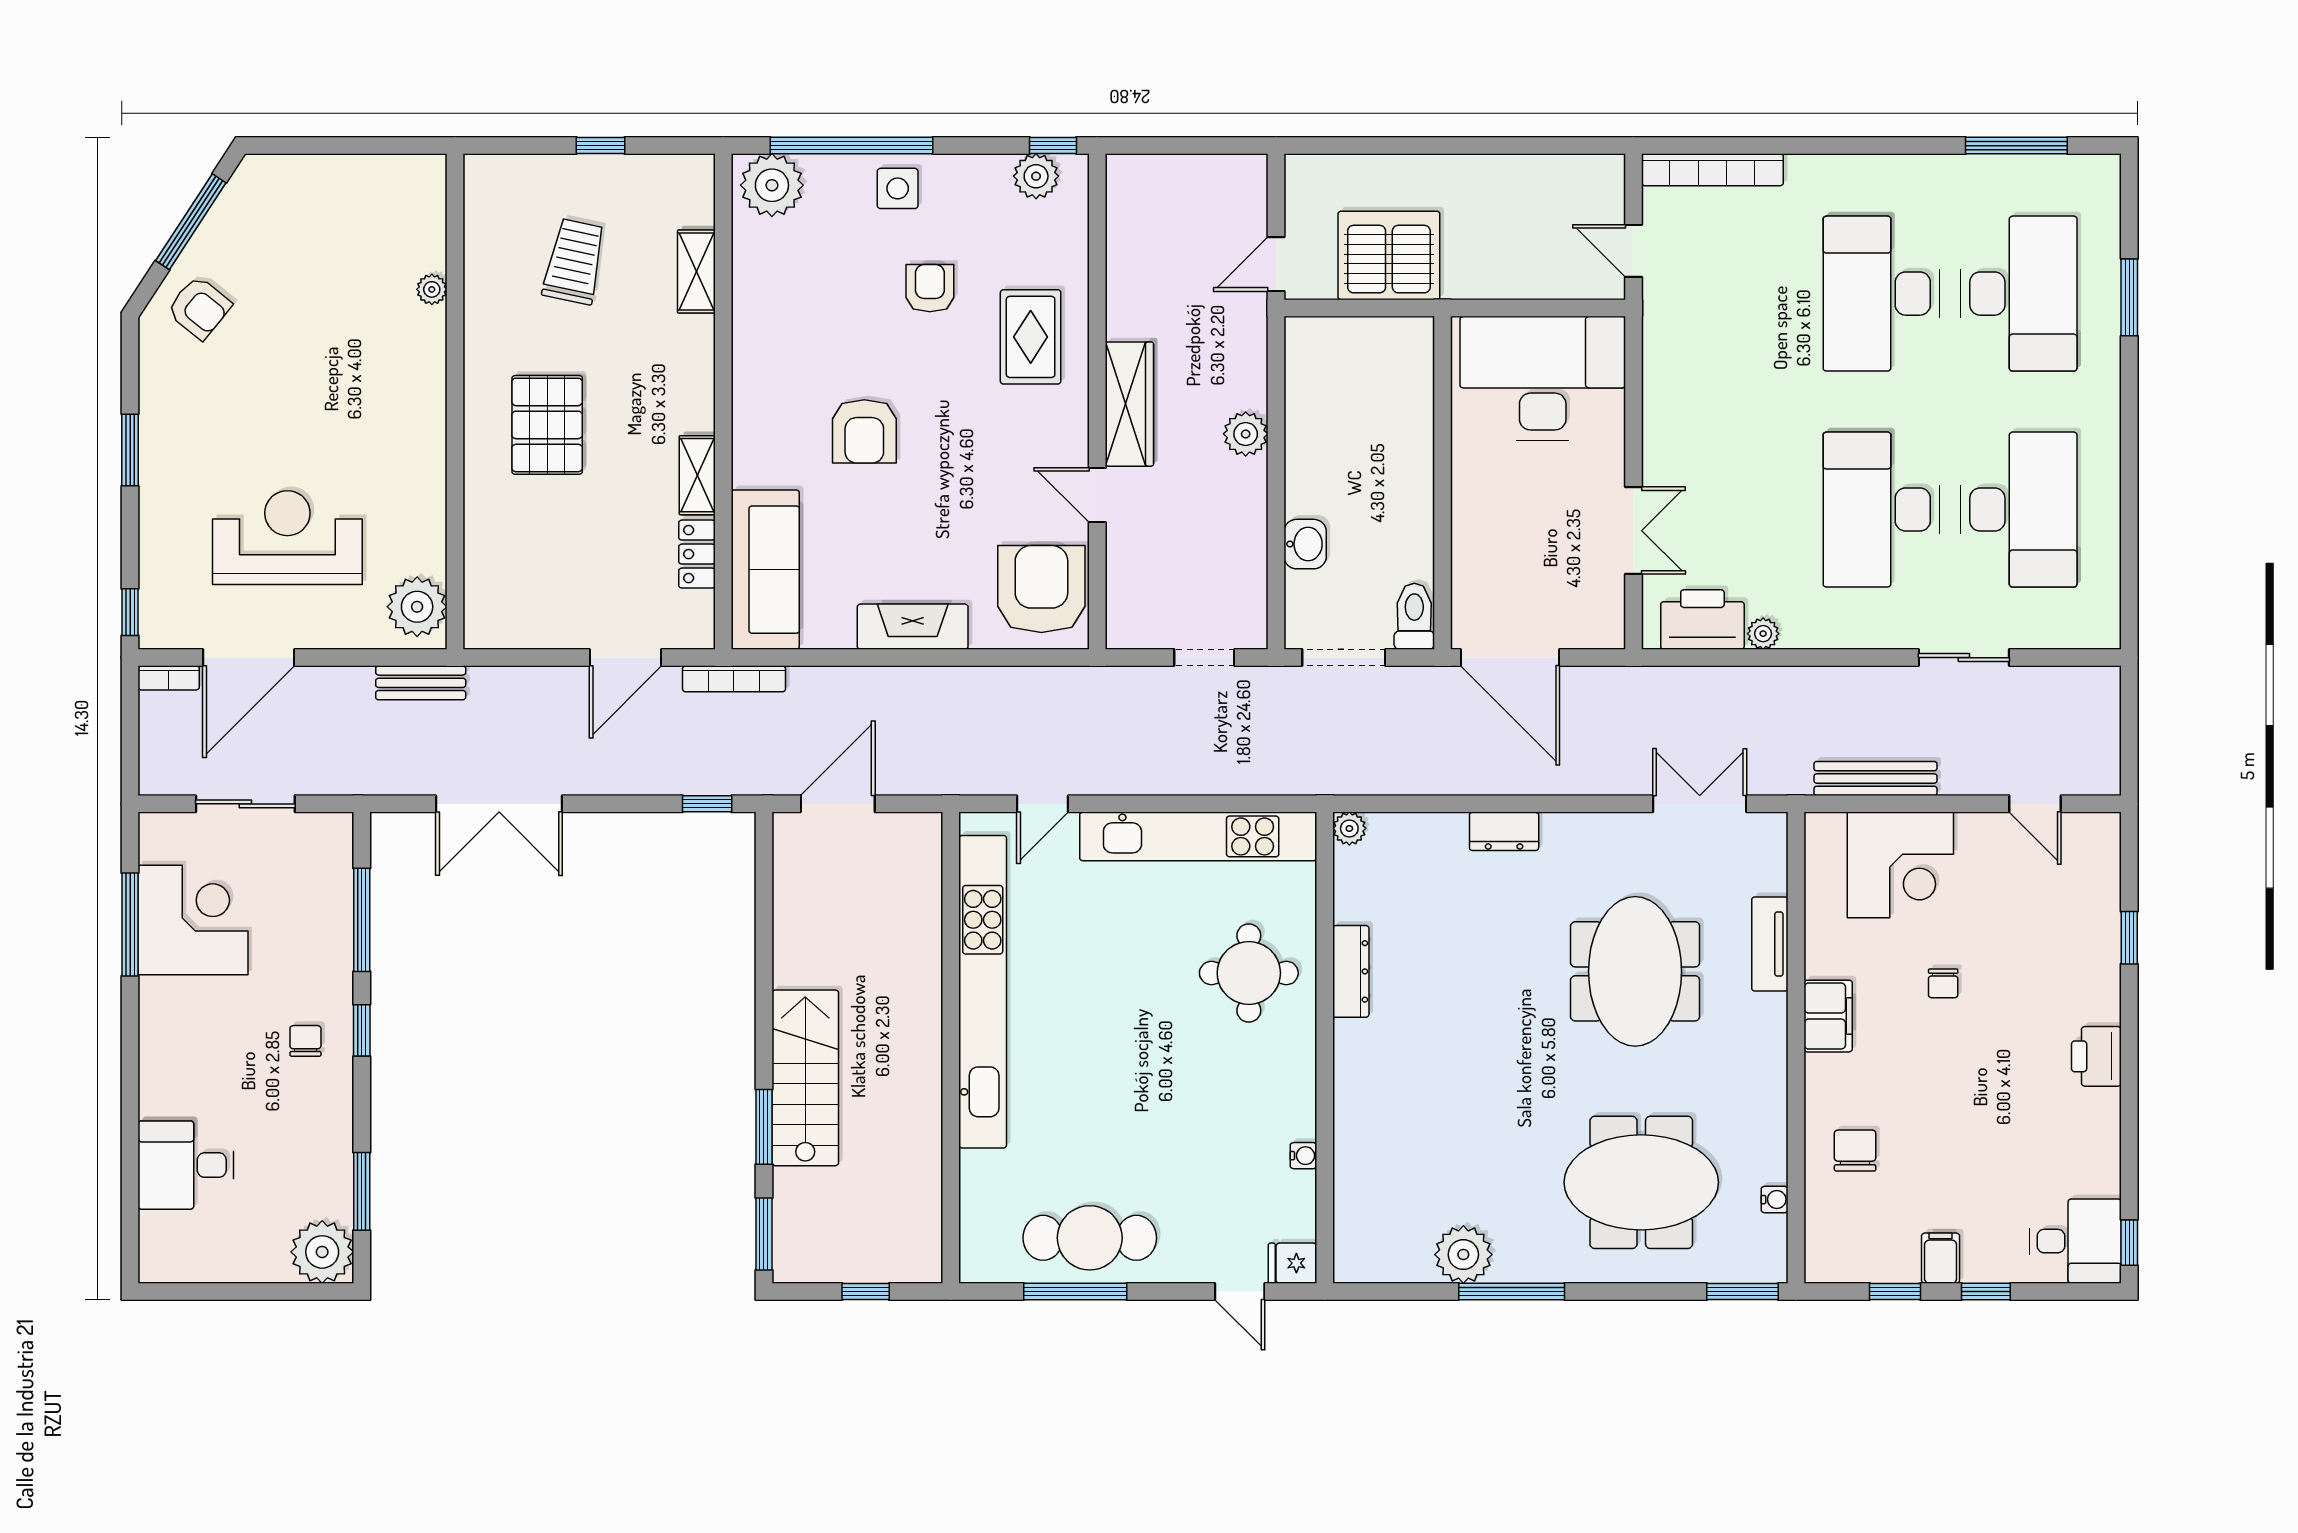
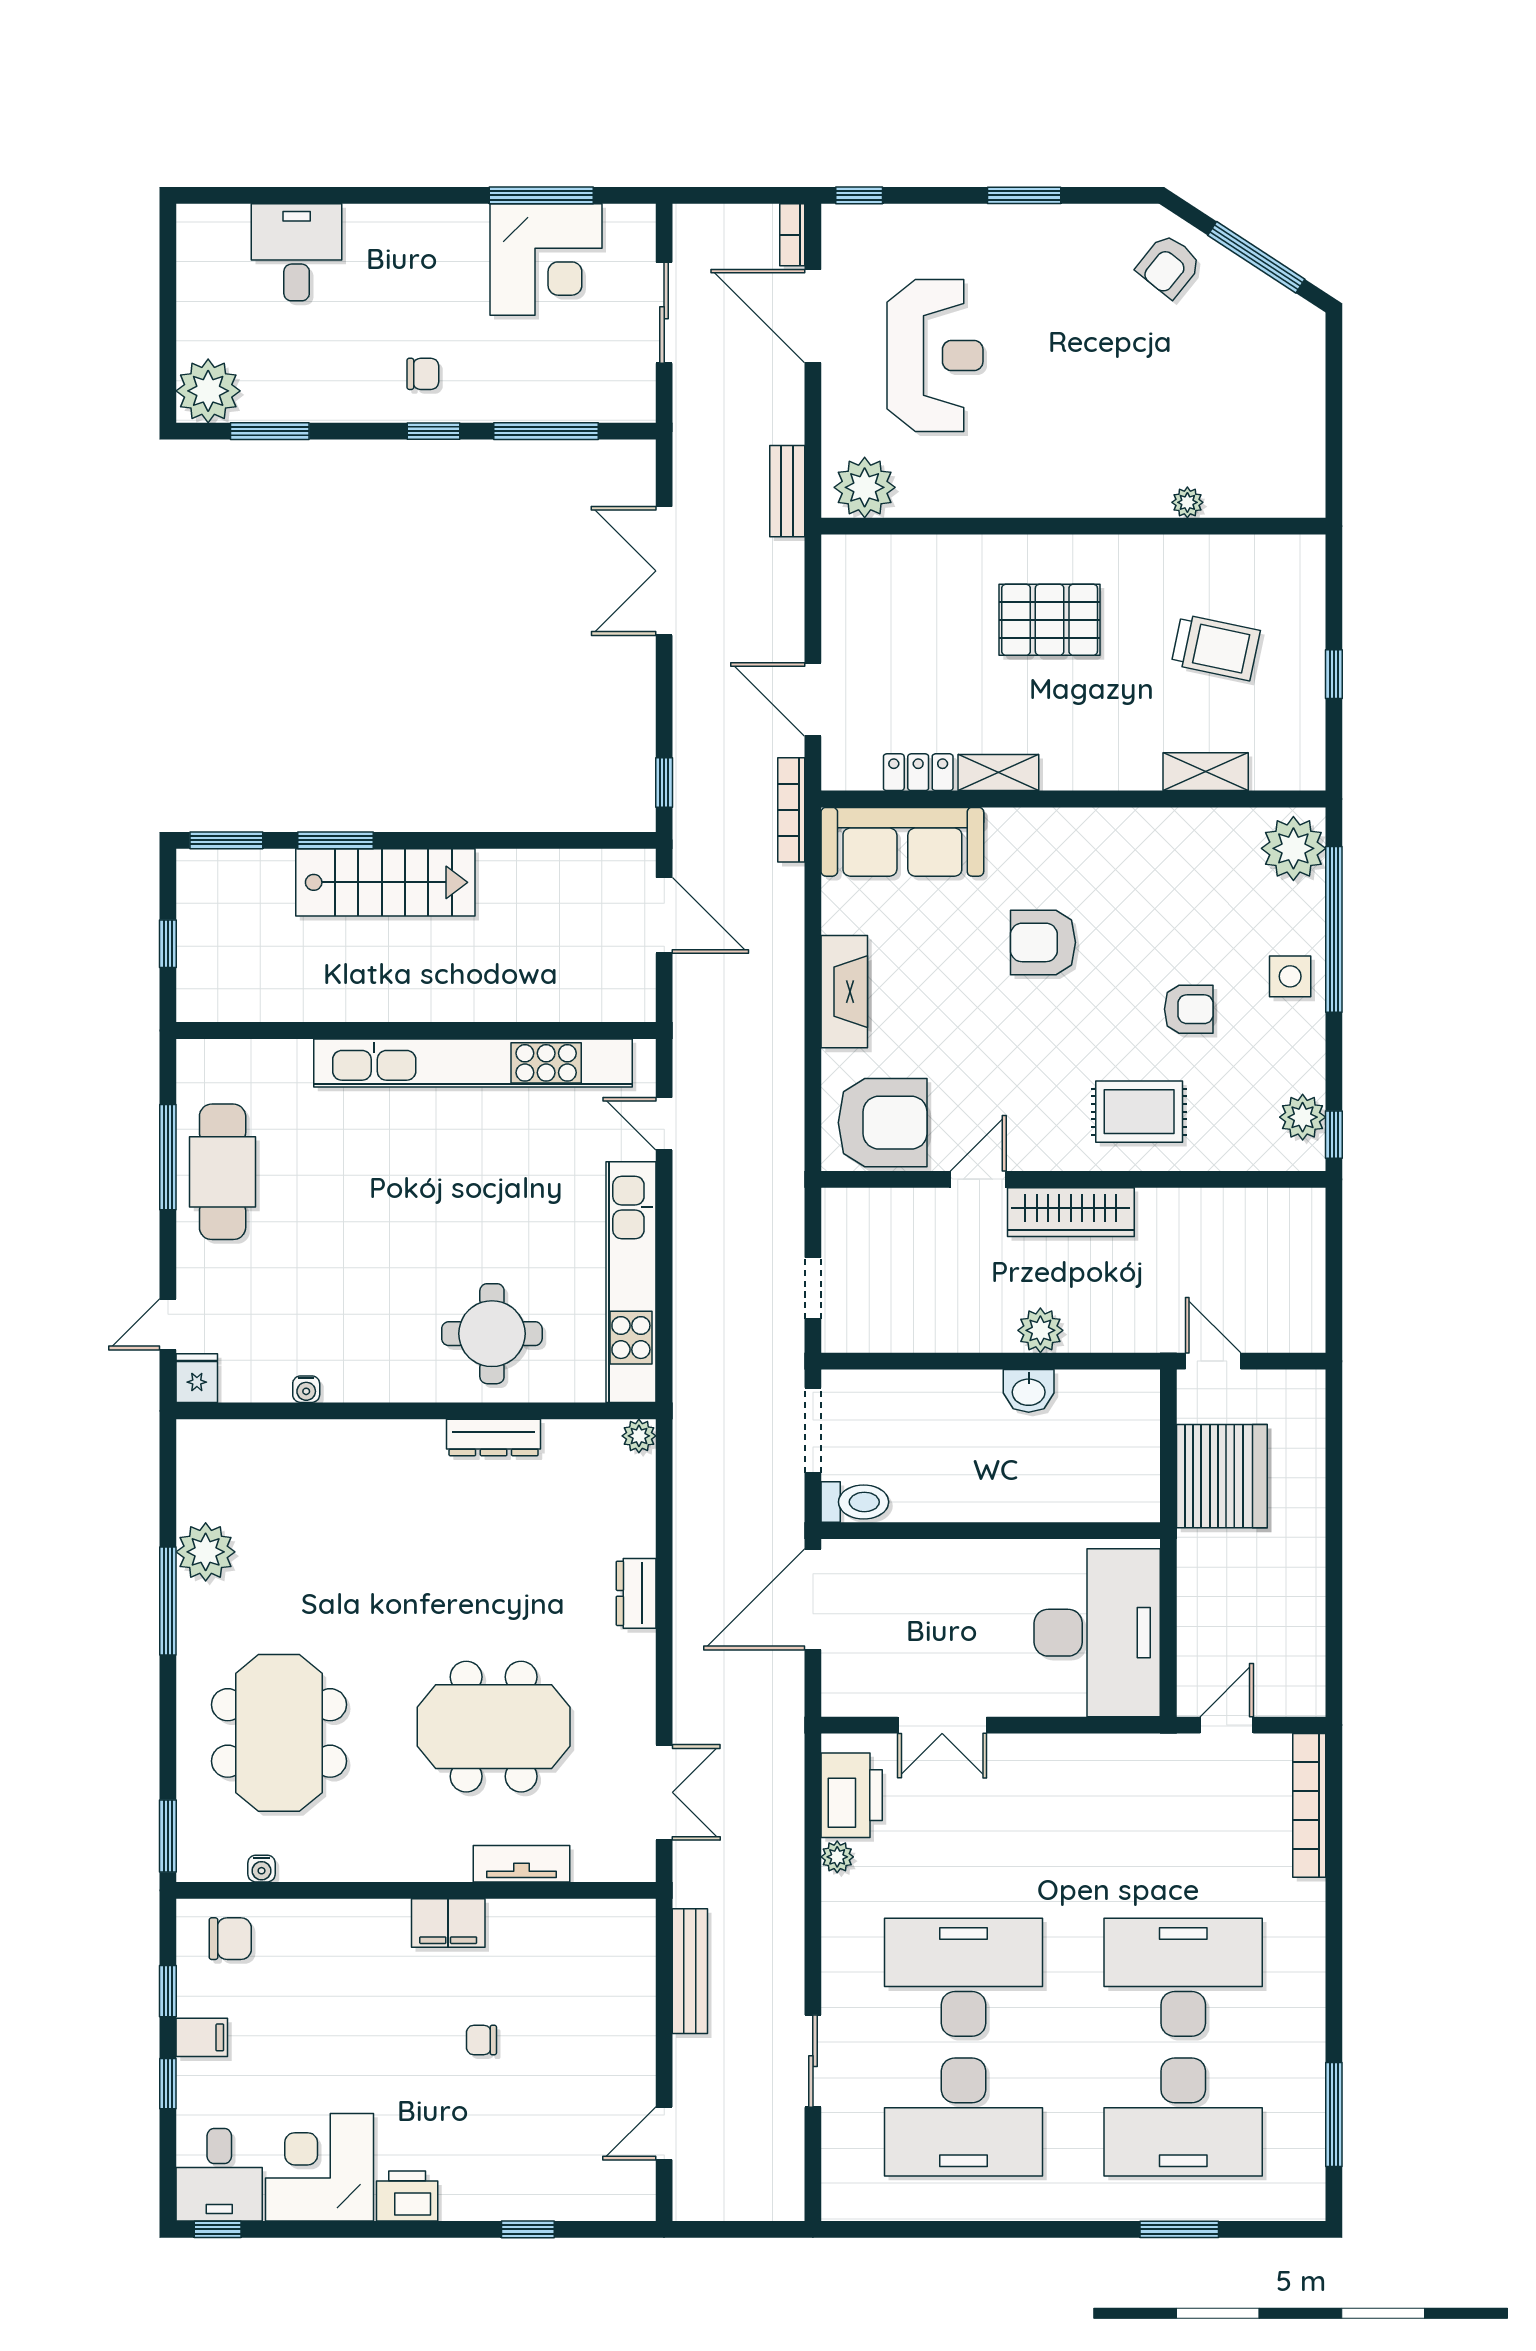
washbasin: (1305, 544) -> (1029, 1391), moved
corner desk: (1900, 865) -> (319, 2167), moved, turned 90
chair: (1855, 1151) -> (230, 1939), moved

